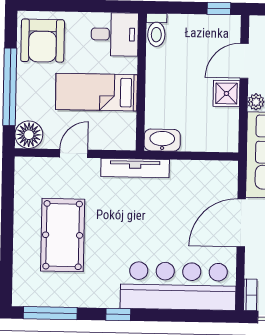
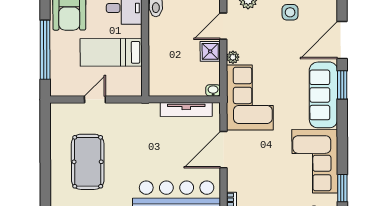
floor lamp: (29, 135) -> (60, 86), removed
washbasin: (162, 140) -> (213, 90), moved, width x0.52, depth x0.69
tv unit: (135, 168) -> (186, 109), moved

